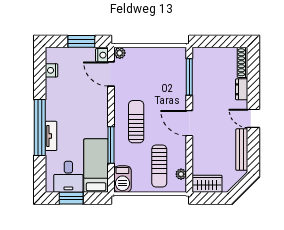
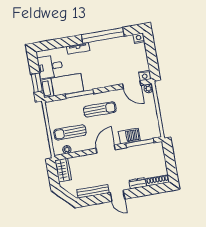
window: (81, 41) -> (152, 58), removed
nightstand: (52, 70) -> (139, 38), moved
door: (111, 74) -> (132, 85), swing flipped
door: (253, 118) -> (117, 196), swing flipped
window: (40, 127) -> (103, 35), moved
barbecue: (122, 179) -> (129, 136), moved, turned 180
window: (71, 198) -> (37, 83), moved

